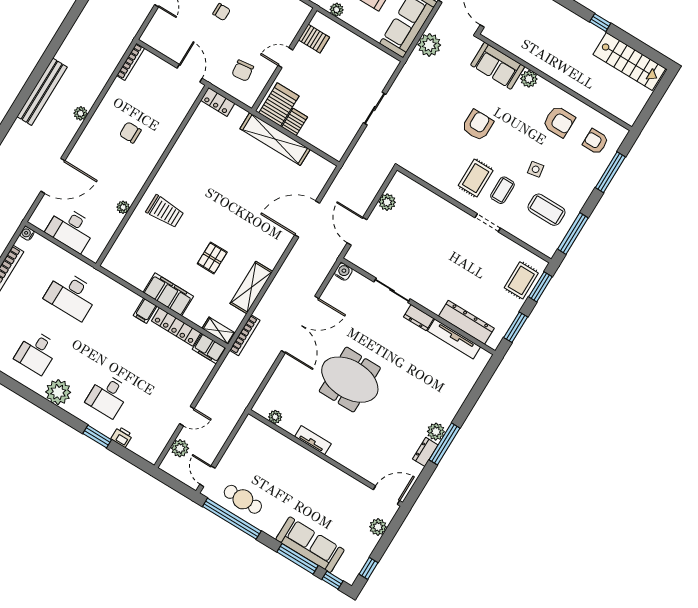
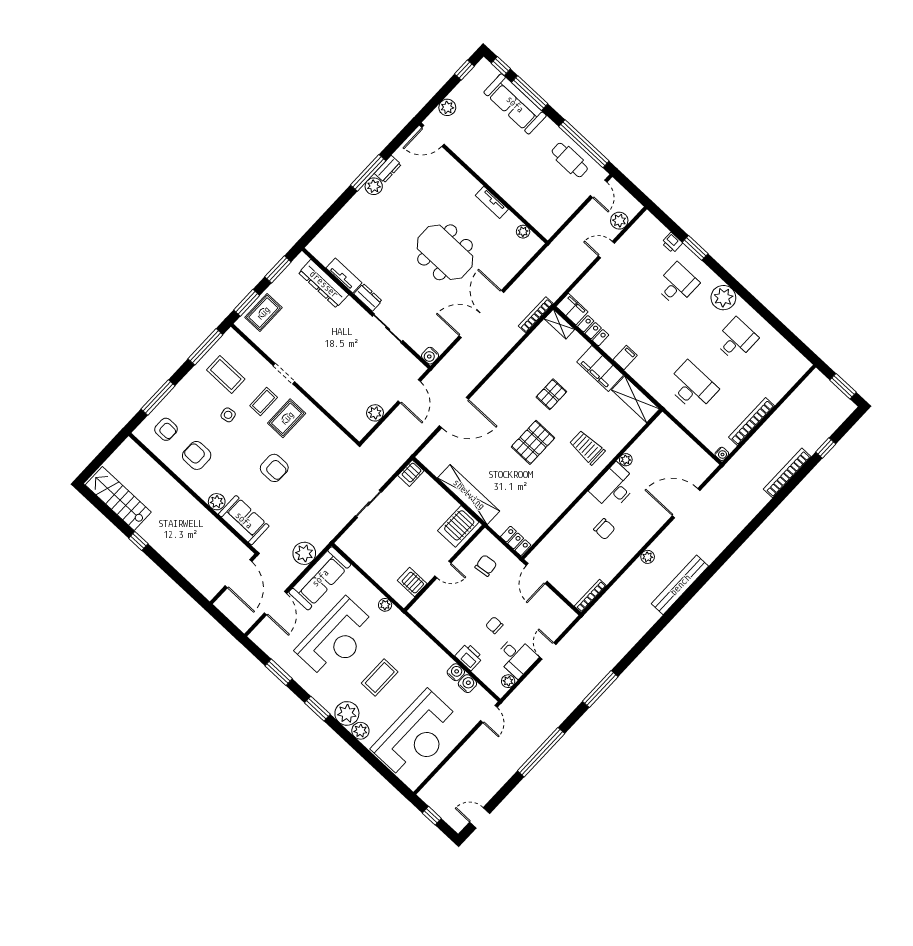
server rack: (295, 122) -> (411, 473), moved
armchair: (478, 125) -> (274, 468), turned -90
pallet: (221, 205) -> (533, 442), added
desk: (71, 229) -> (614, 487), moved, turned -90
shelving: (251, 287) -> (636, 399), moved, turned 90
locker: (176, 327) -> (593, 331), width x0.66
tv unit: (454, 339) -> (344, 275), width x0.71

